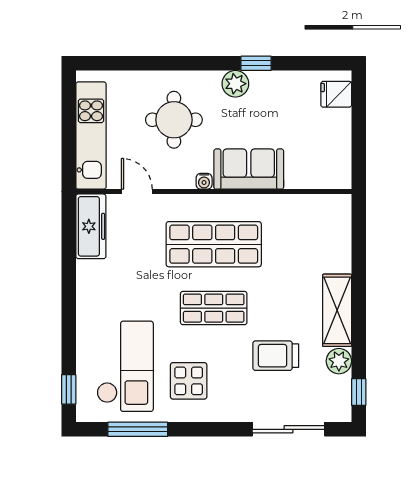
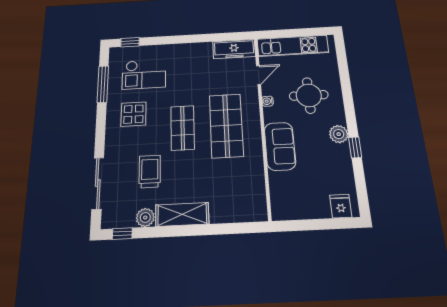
water cooler: (204, 181) -> (268, 101), moved
checkout: (125, 366) -> (144, 74), width x0.73, depth x0.83

